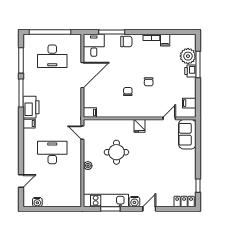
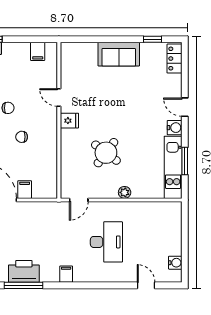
printer: (31, 107) -> (24, 271), moved
filing cabinet: (90, 112) -> (25, 190), moved
door: (169, 118) -> (59, 97), moved
sofa: (187, 134) -> (119, 54), moved
round table: (116, 152) -> (106, 153), turned 37
desk: (52, 153) -> (106, 242), turned 180

